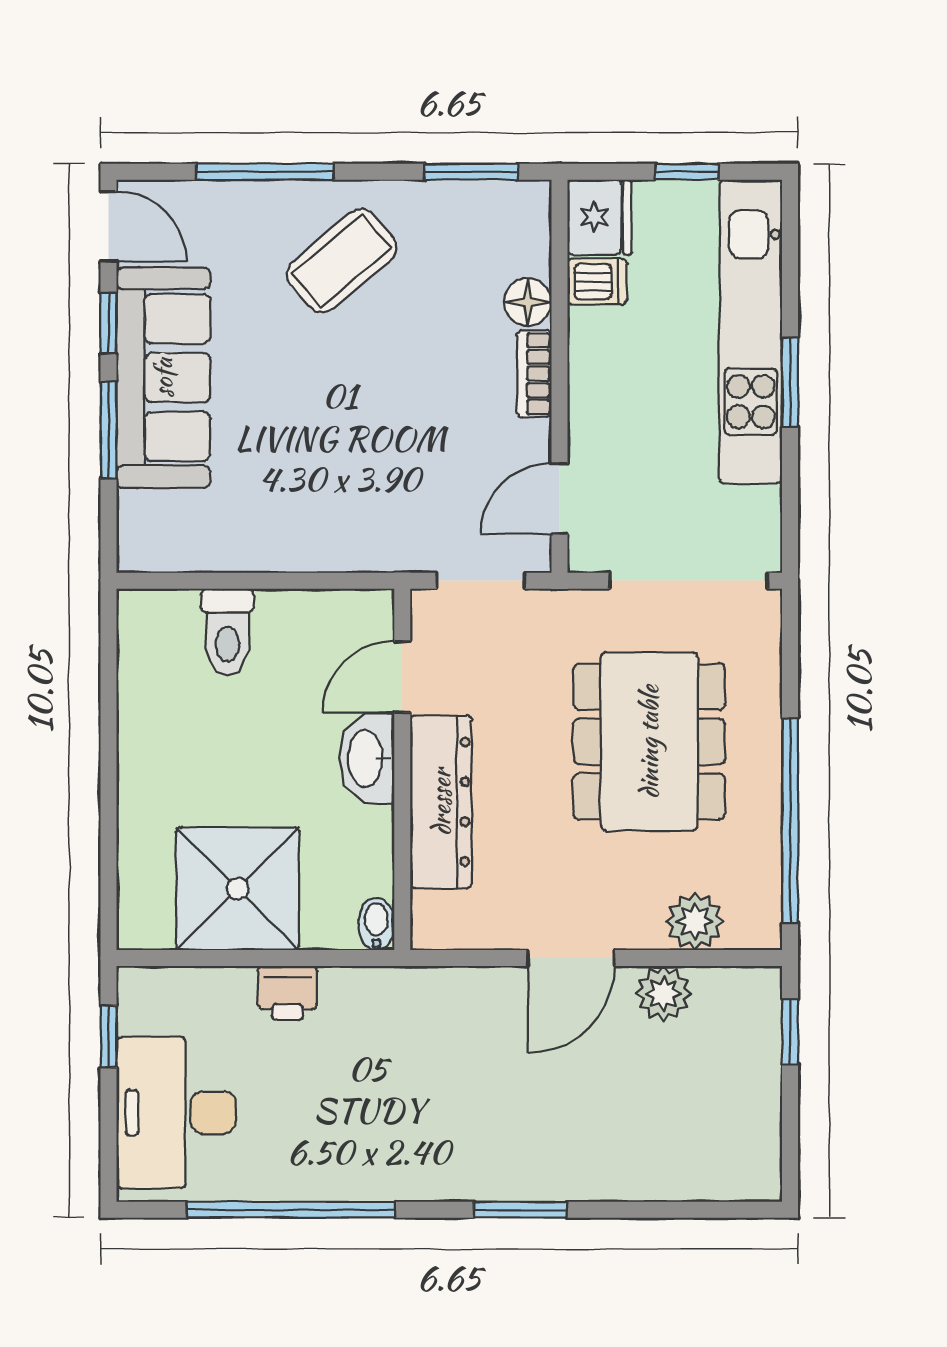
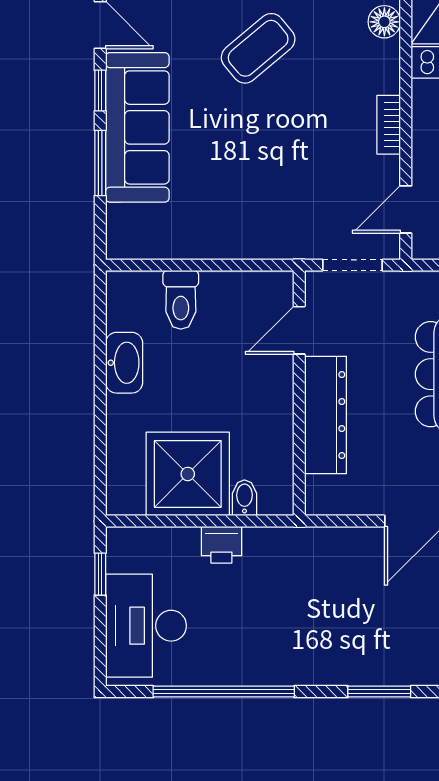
floor lamp: (528, 302) -> (384, 22), moved
washbasin: (367, 758) -> (124, 363), moved, turned 180
bidet: (376, 924) -> (244, 498), moved

